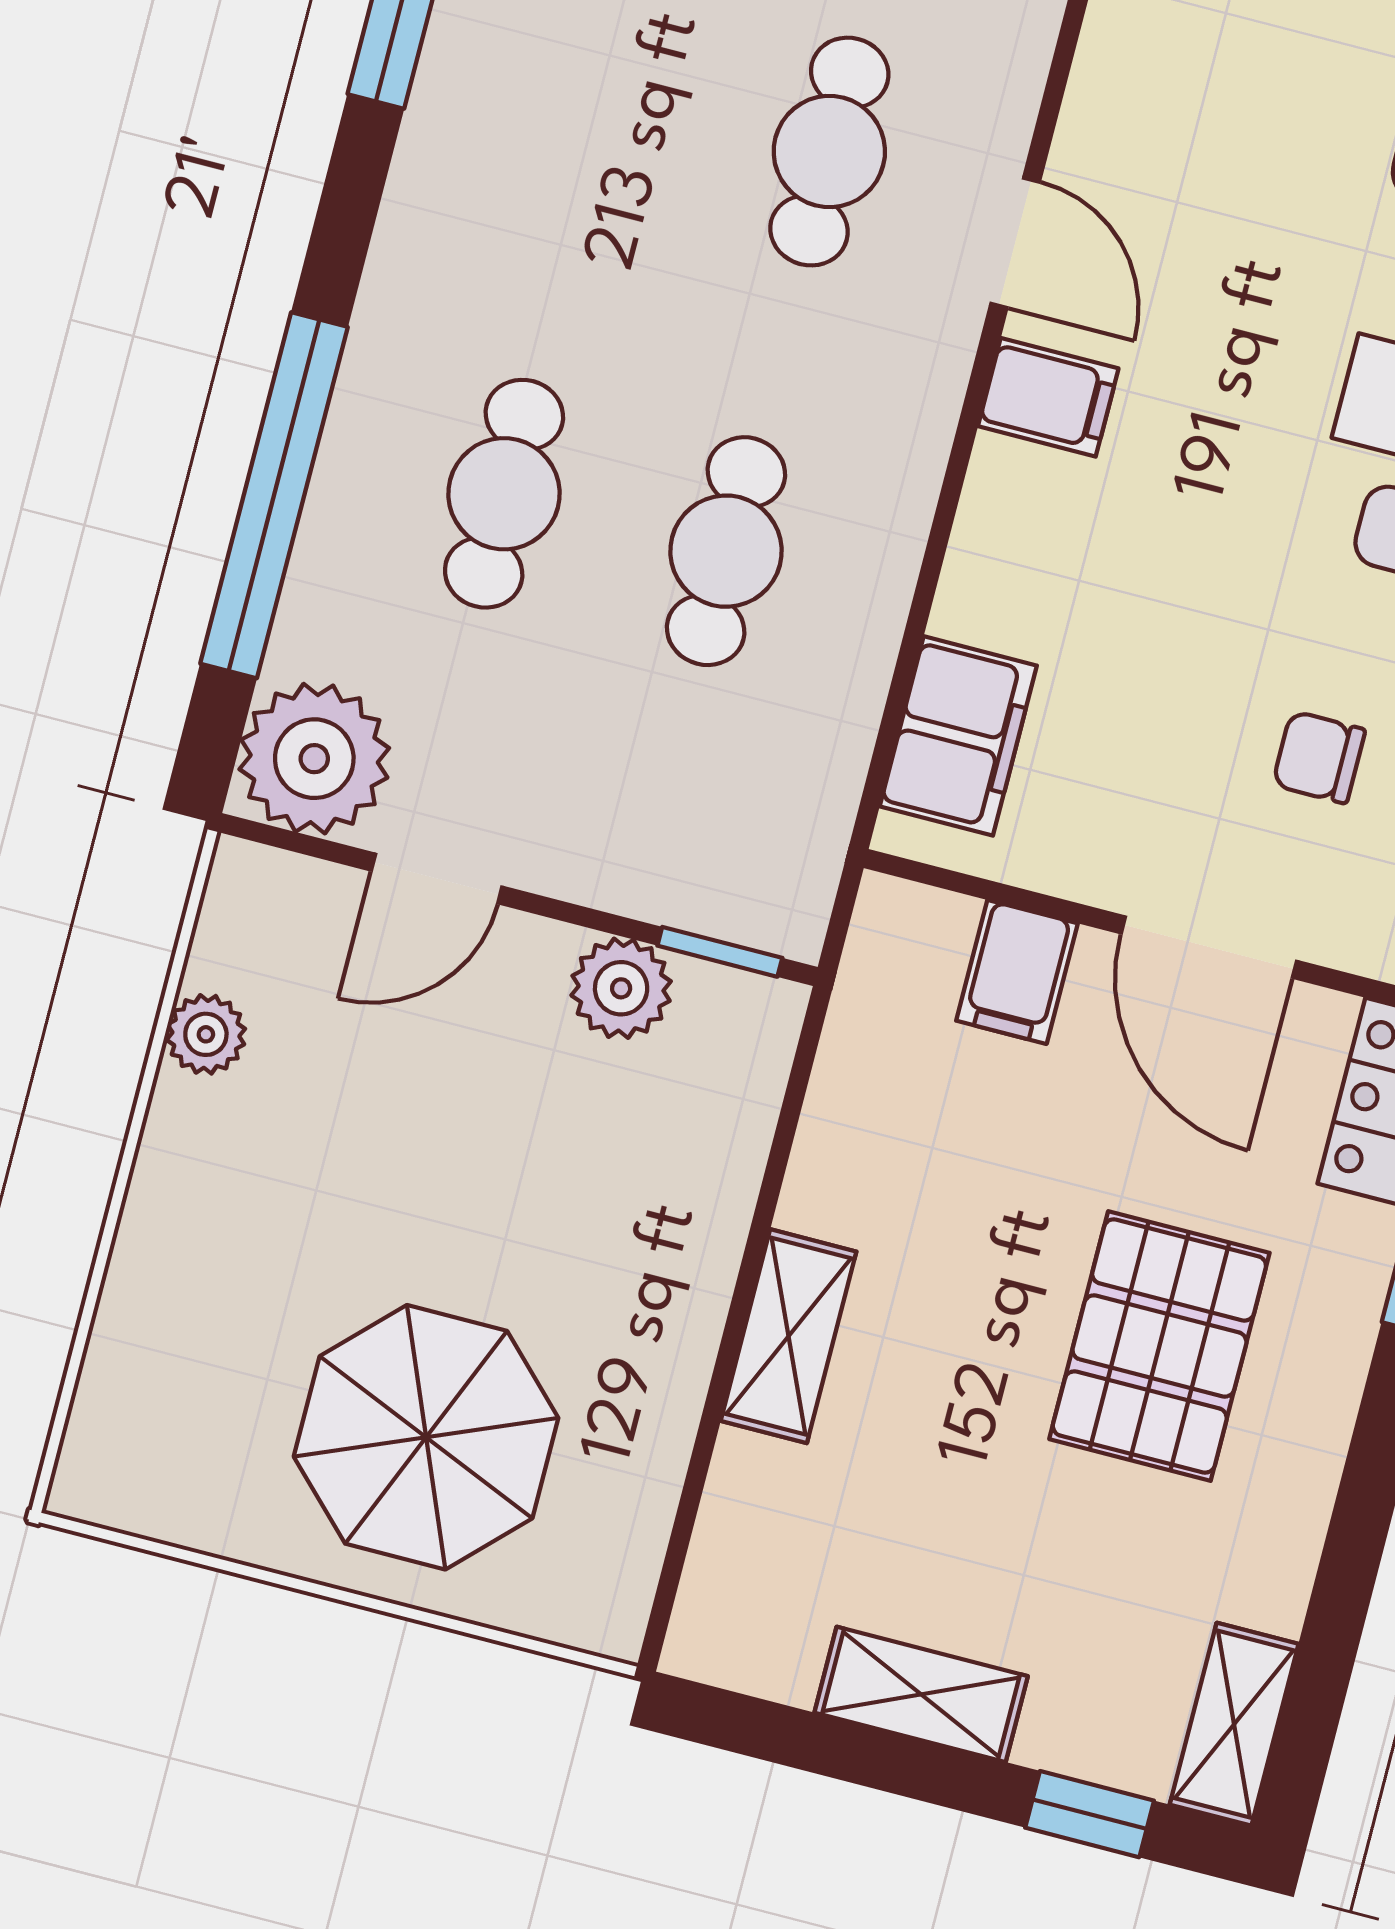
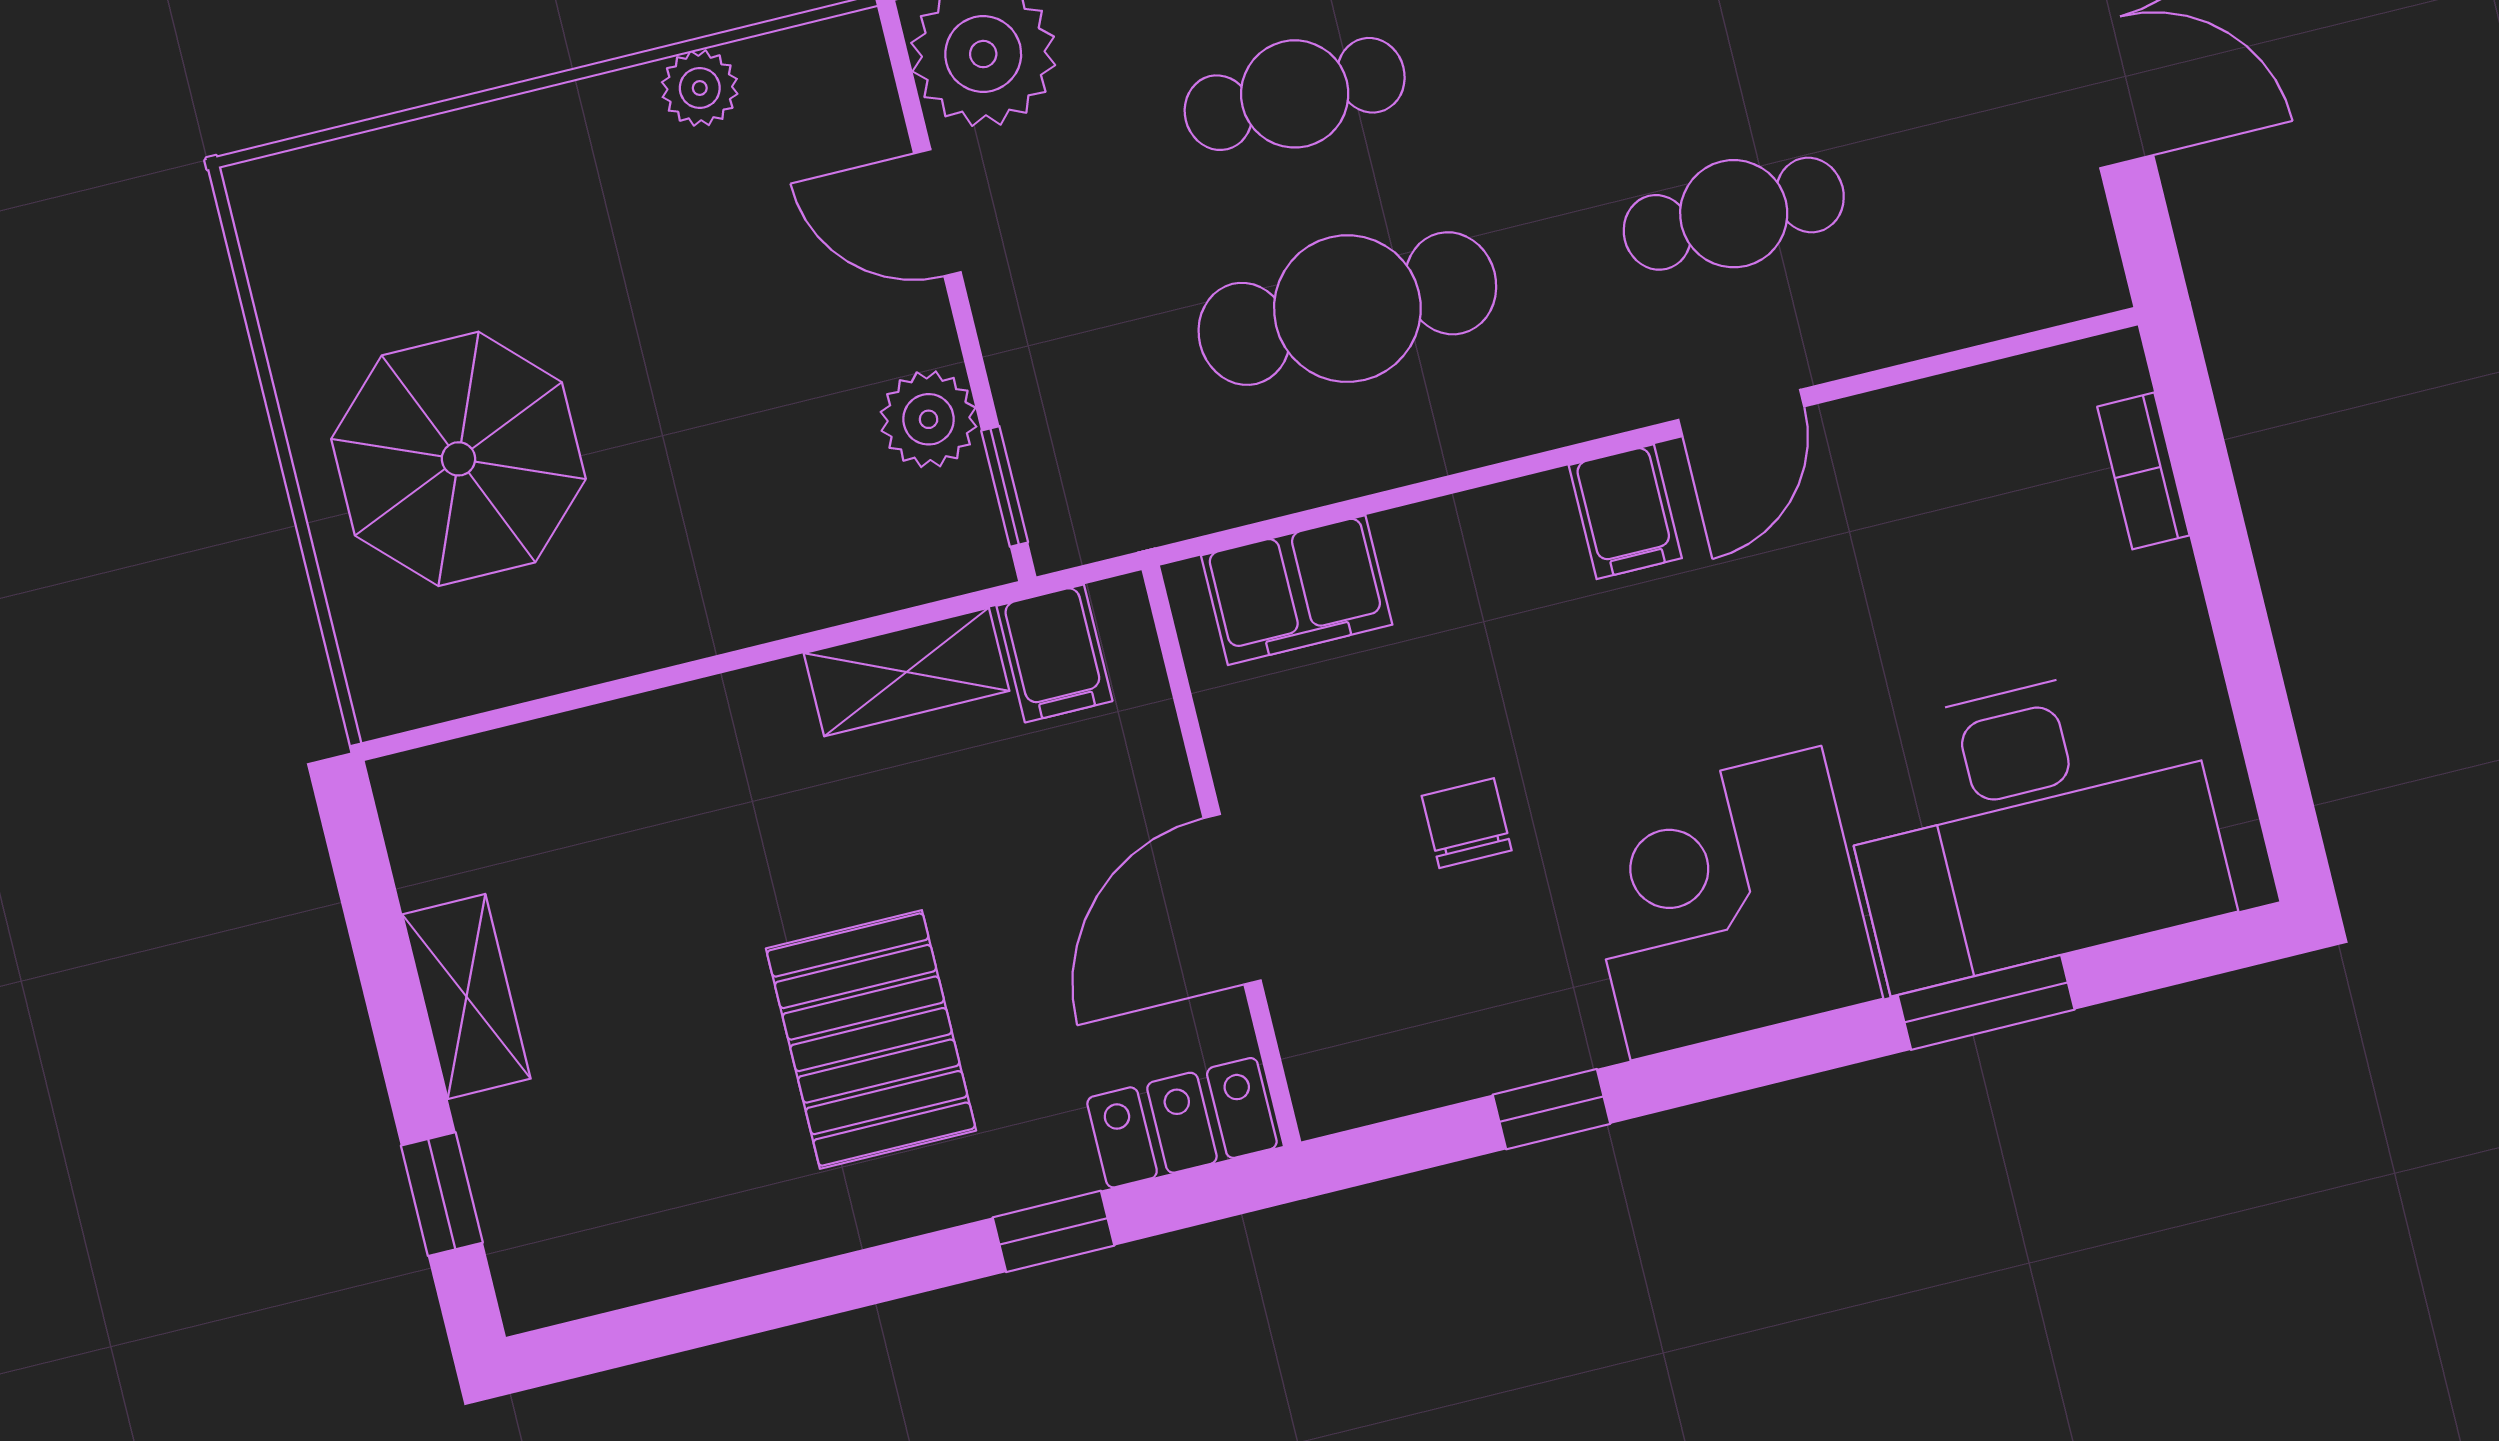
cafe table: (726, 551) -> (1347, 309), width x1.37, depth x1.35
chair: (1319, 757) -> (1467, 823), moved
filing cabinet: (1017, 972) -> (1054, 653), moved, turned -90
shelving: (789, 1336) -> (907, 672), moved
pallet: (1159, 1346) -> (871, 1040), turned 90
shelving: (1234, 1724) -> (584, 1276), removed

